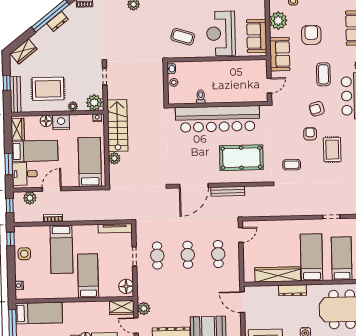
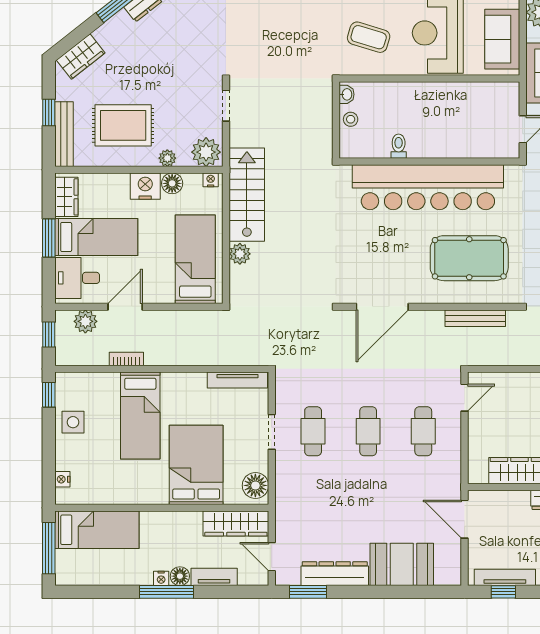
floor lamp: (46, 121) -> (172, 183), moved
window: (9, 164) -> (49, 238), moved
bench: (228, 191) -> (475, 318), moved
bed: (88, 276) -> (196, 465), width x1.50
wardrobe: (122, 308) -> (236, 524), width x1.50
plant: (144, 308) -> (286, 526), removed

